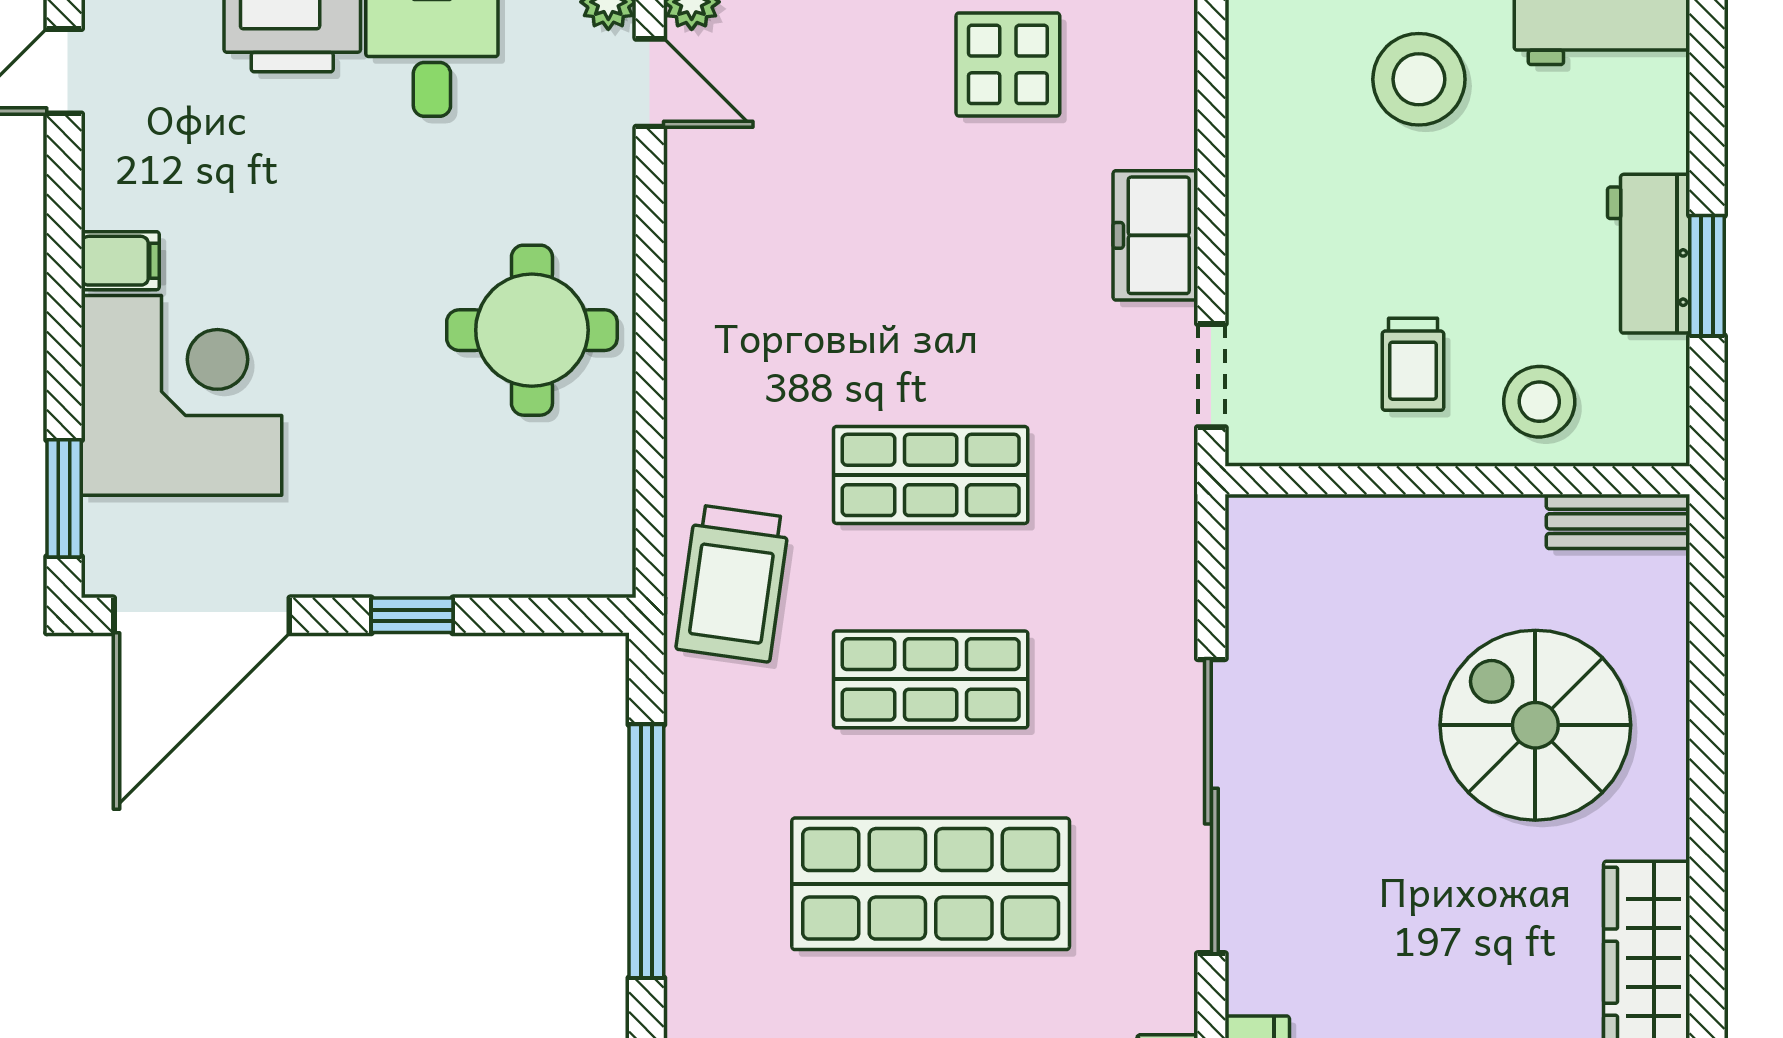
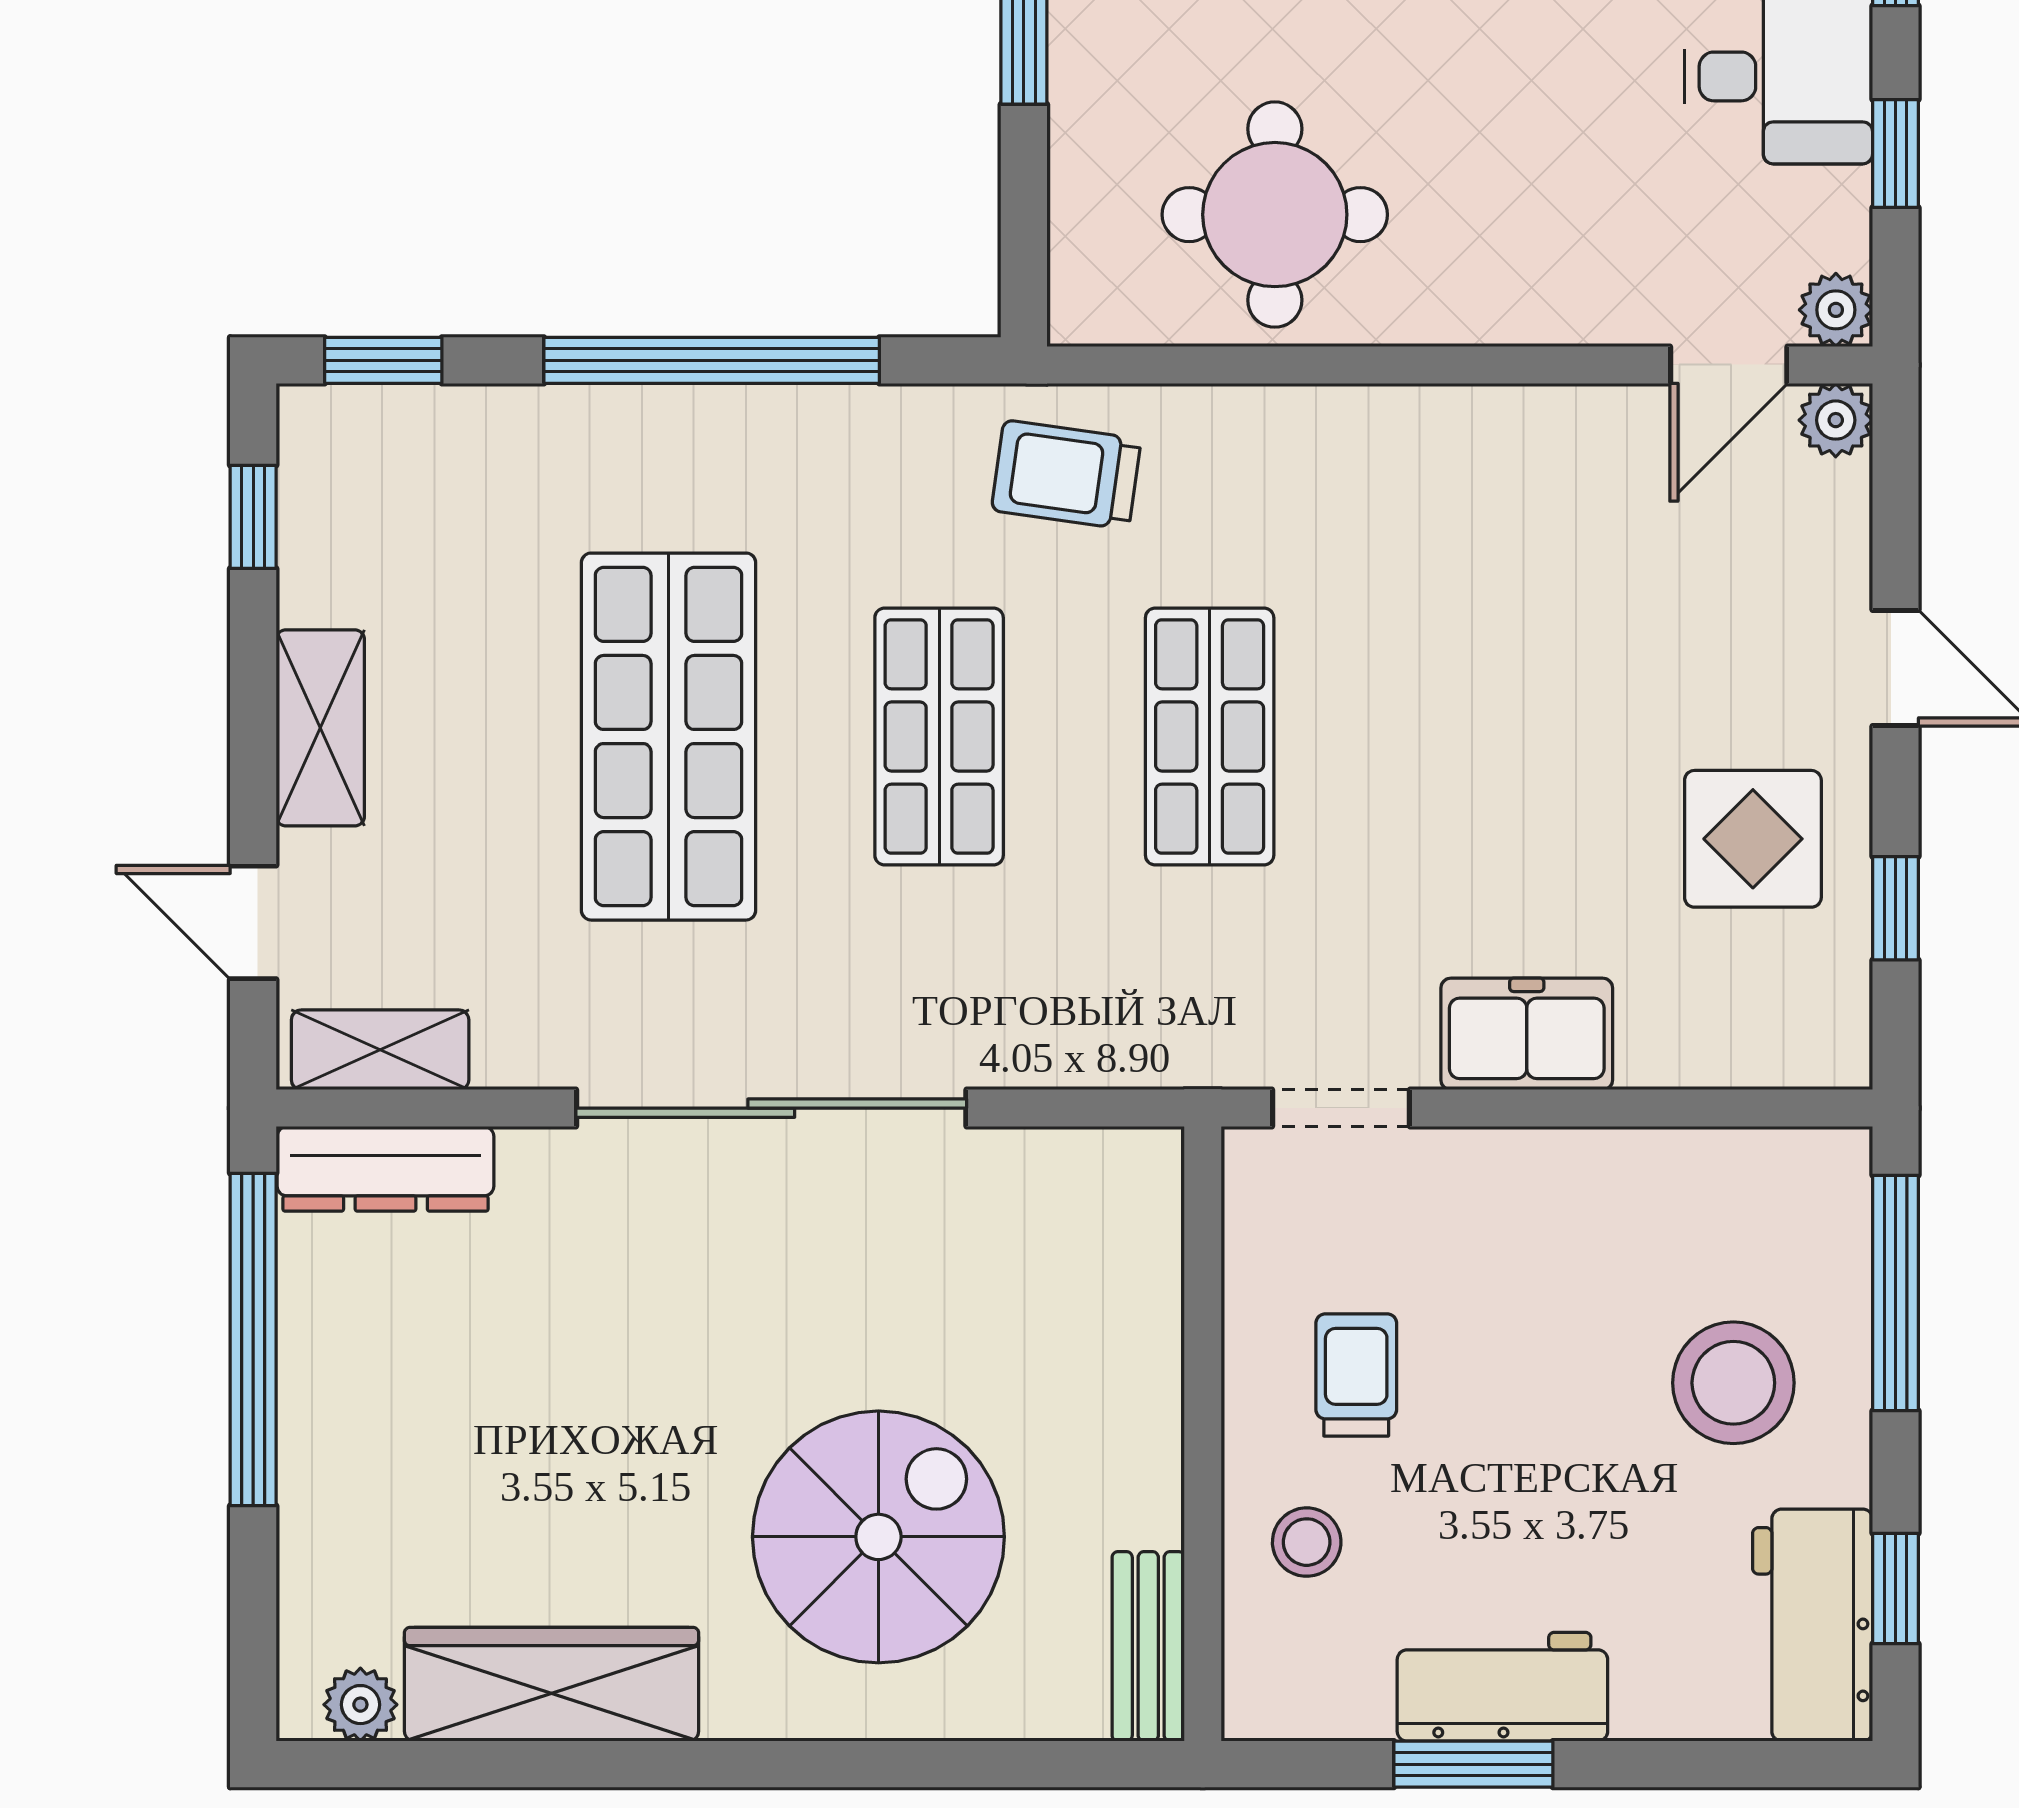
round table: (532, 330) -> (1275, 215), moved
trolley: (1413, 364) -> (1356, 1375), turned 90
stool: (1539, 402) -> (1307, 1542), width x0.73, depth x0.73
trolley: (733, 583) -> (1066, 475), width x0.73, depth x0.72

